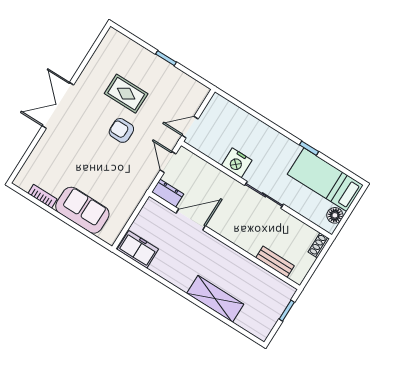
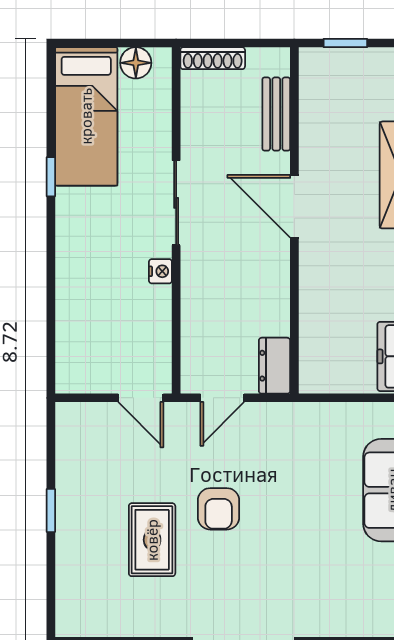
nightstand: (237, 163) -> (160, 271), width x0.53, depth x0.56
door: (191, 219) -> (294, 206), moved
shoe rack: (319, 245) -> (213, 58), width x1.43

